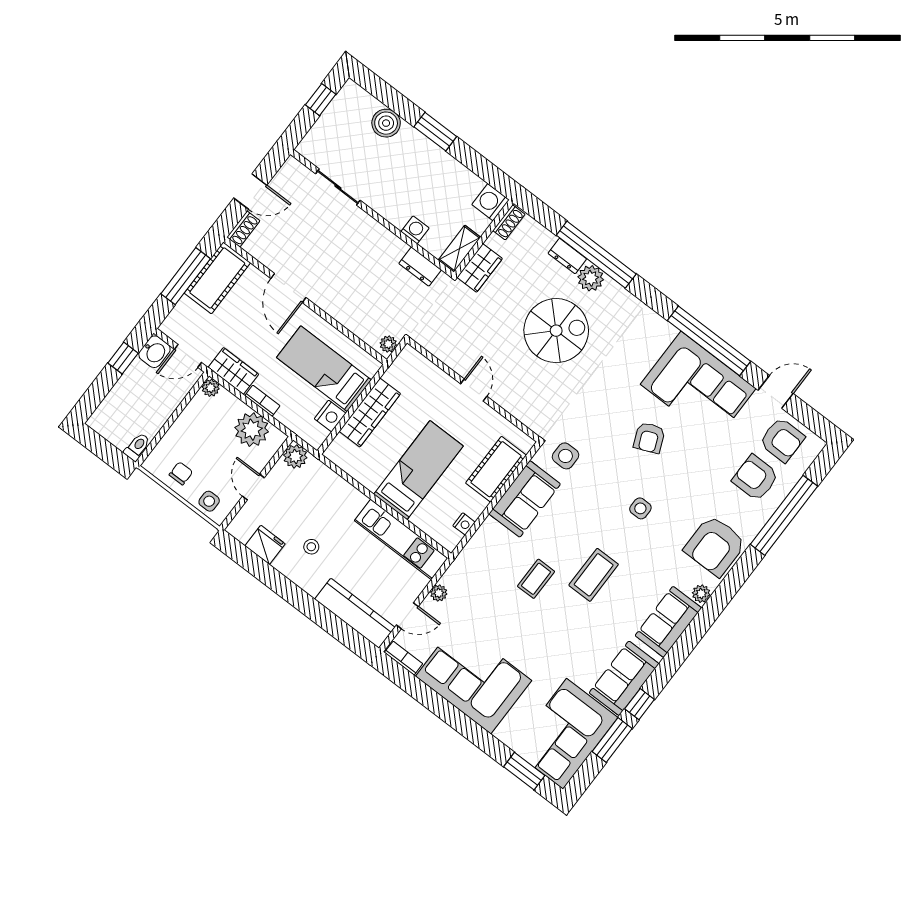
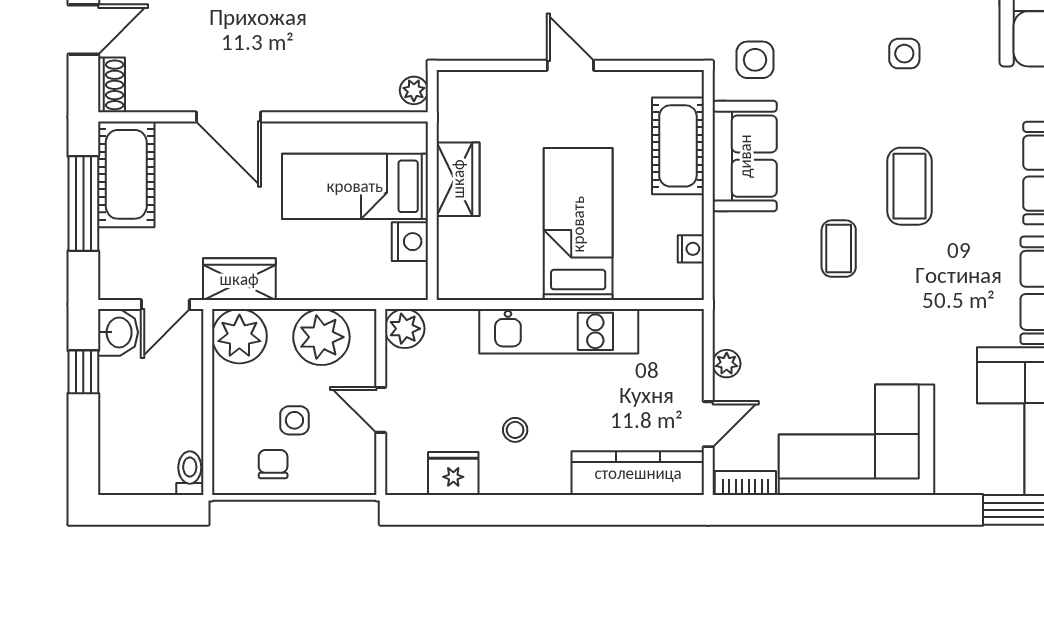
plant: (211, 388) -> (239, 336), width x1.87, depth x1.87
bookcase: (262, 401) -> (307, 289), removed
wardrobe: (370, 413) -> (458, 179), width x0.67
side table: (209, 501) -> (294, 420), moved
kitchen unit: (401, 539) -> (559, 331), moved

